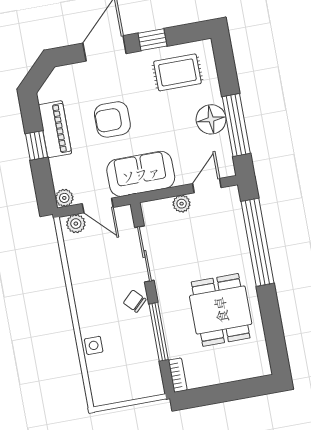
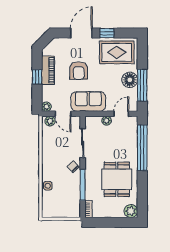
rug: (177, 72) -> (117, 52), width x1.36, depth x1.43
armchair: (112, 119) -> (79, 71), turned -90
plant: (258, 365) -> (131, 211), added

